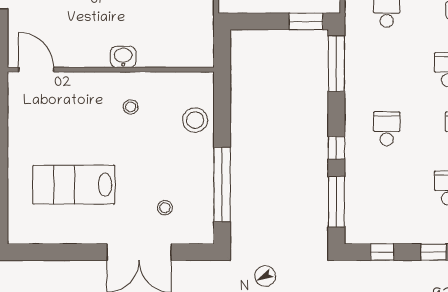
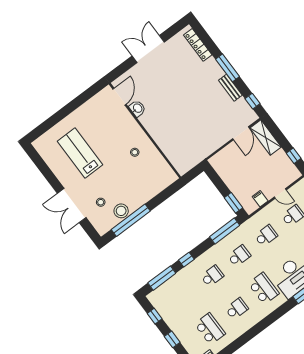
washbasin: (123, 57) -> (137, 108), moved
school desk: (387, 70) -> (239, 256), added
stool: (195, 120) -> (121, 211), moved

